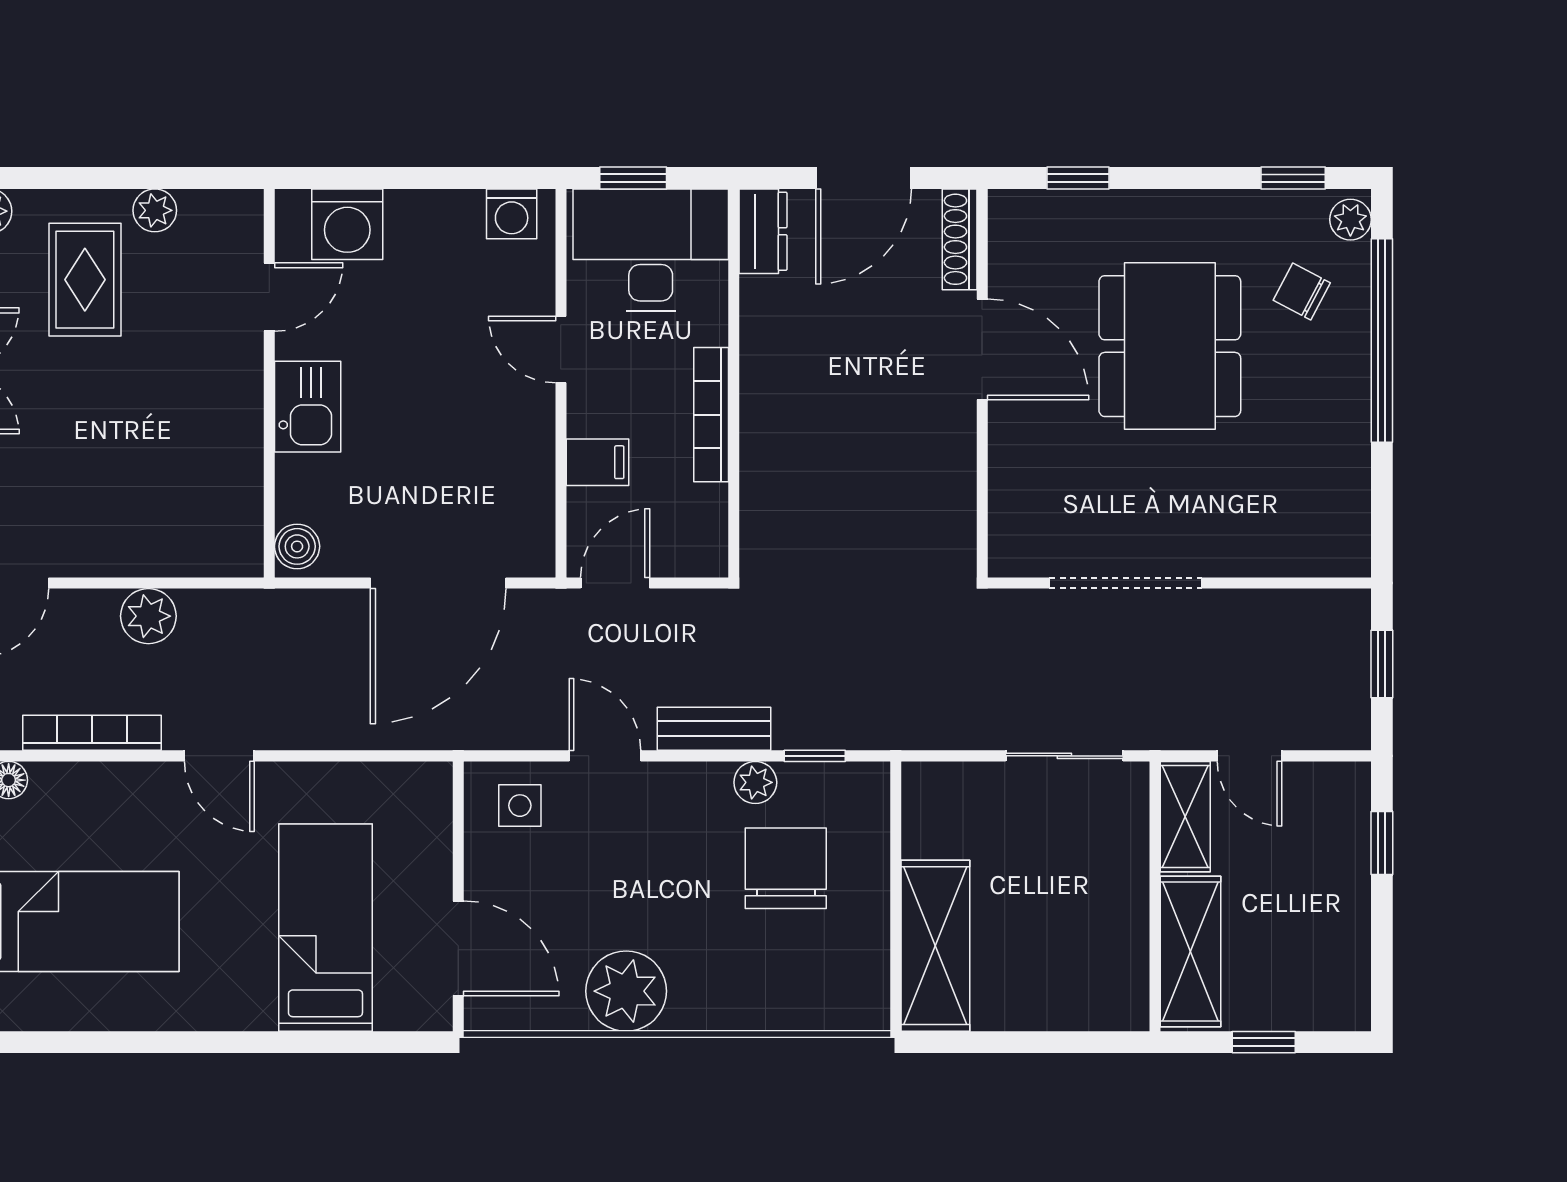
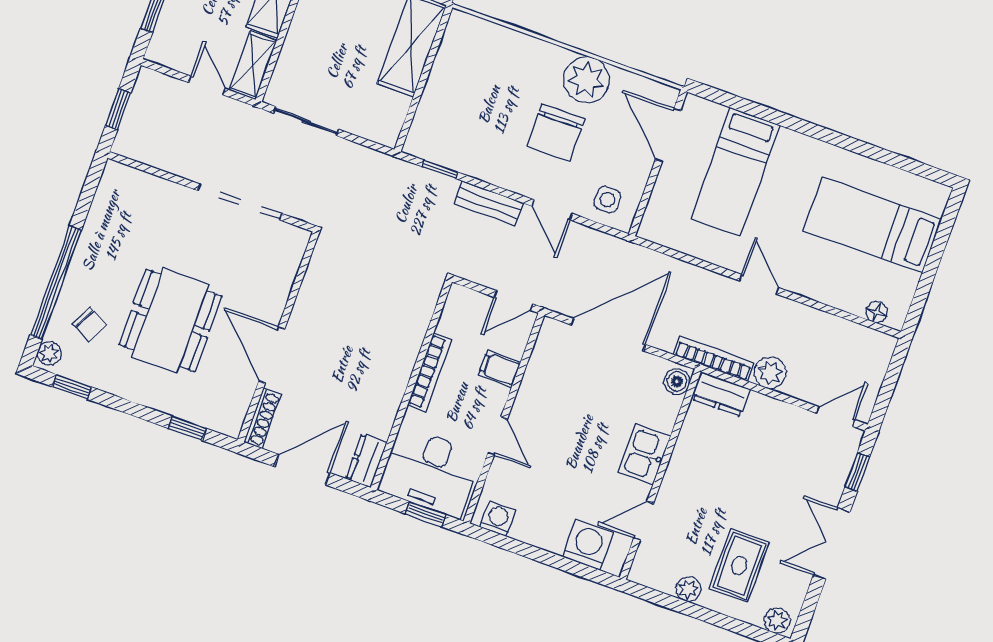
dresser: (216, 552) -> (721, 394), added
bookcase: (92, 733) -> (714, 359), moved, turned 180
plant: (755, 782) -> (477, 167), removed
chair: (786, 868) -> (556, 133), moved

